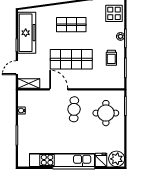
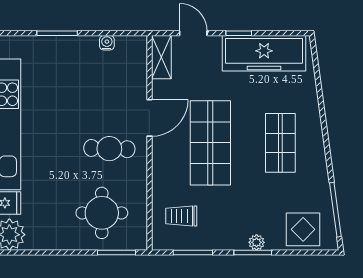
trolley: (111, 58) -> (181, 216), moved

